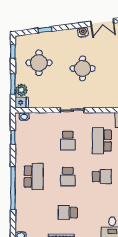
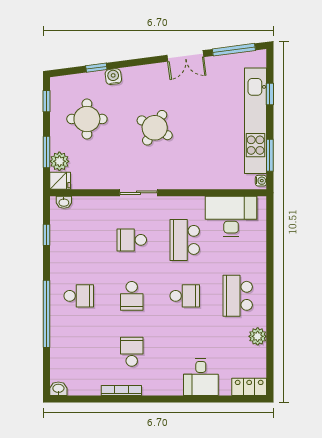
water cooler: (83, 32) -> (113, 77), moved
round table: (83, 68) -> (155, 128), turned 30
school desk: (68, 141) -> (132, 240), turned 90
school desk: (34, 177) -> (79, 296), width x0.54
school desk: (68, 213) -> (132, 352), turned 90

